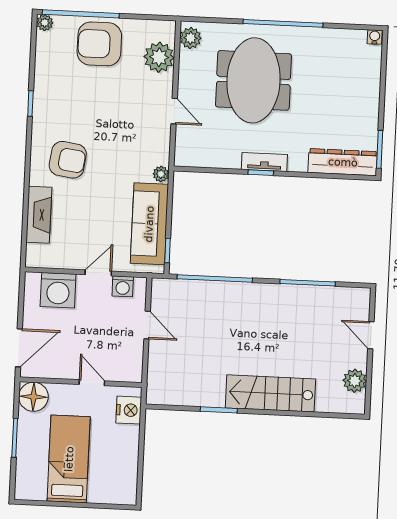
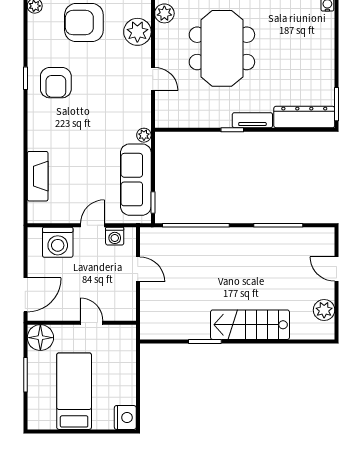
armchair: (68, 160) -> (56, 83), moved, turned 82
tv unit: (264, 162) -> (252, 120), moved
nightstand: (129, 410) -> (125, 417), moved

